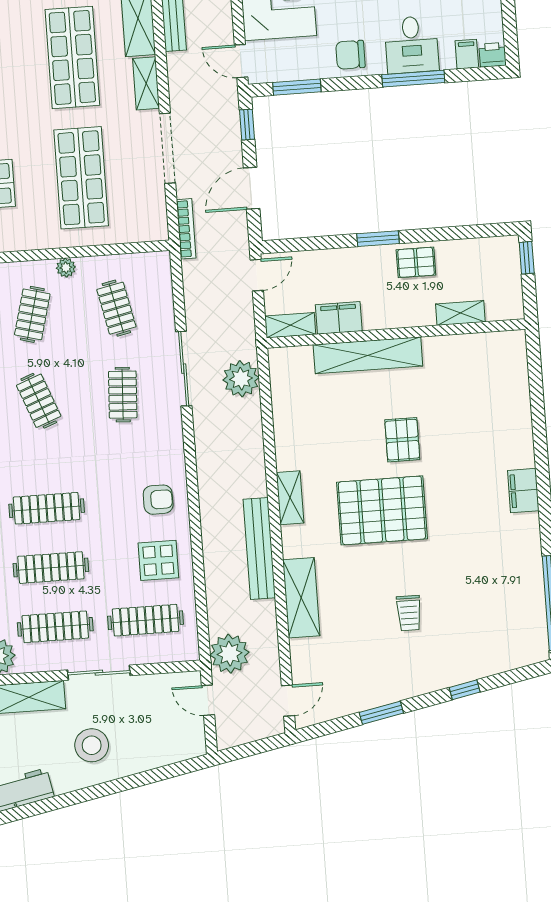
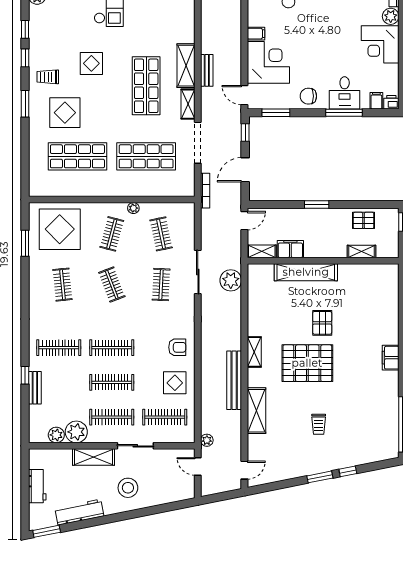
shop shelf: (81, 178) -> (146, 156), turned 90
pallet: (416, 262) -> (364, 220), moved
plant: (230, 654) -> (207, 440), width x0.53, depth x0.53
window: (381, 713) -> (320, 477), moved

